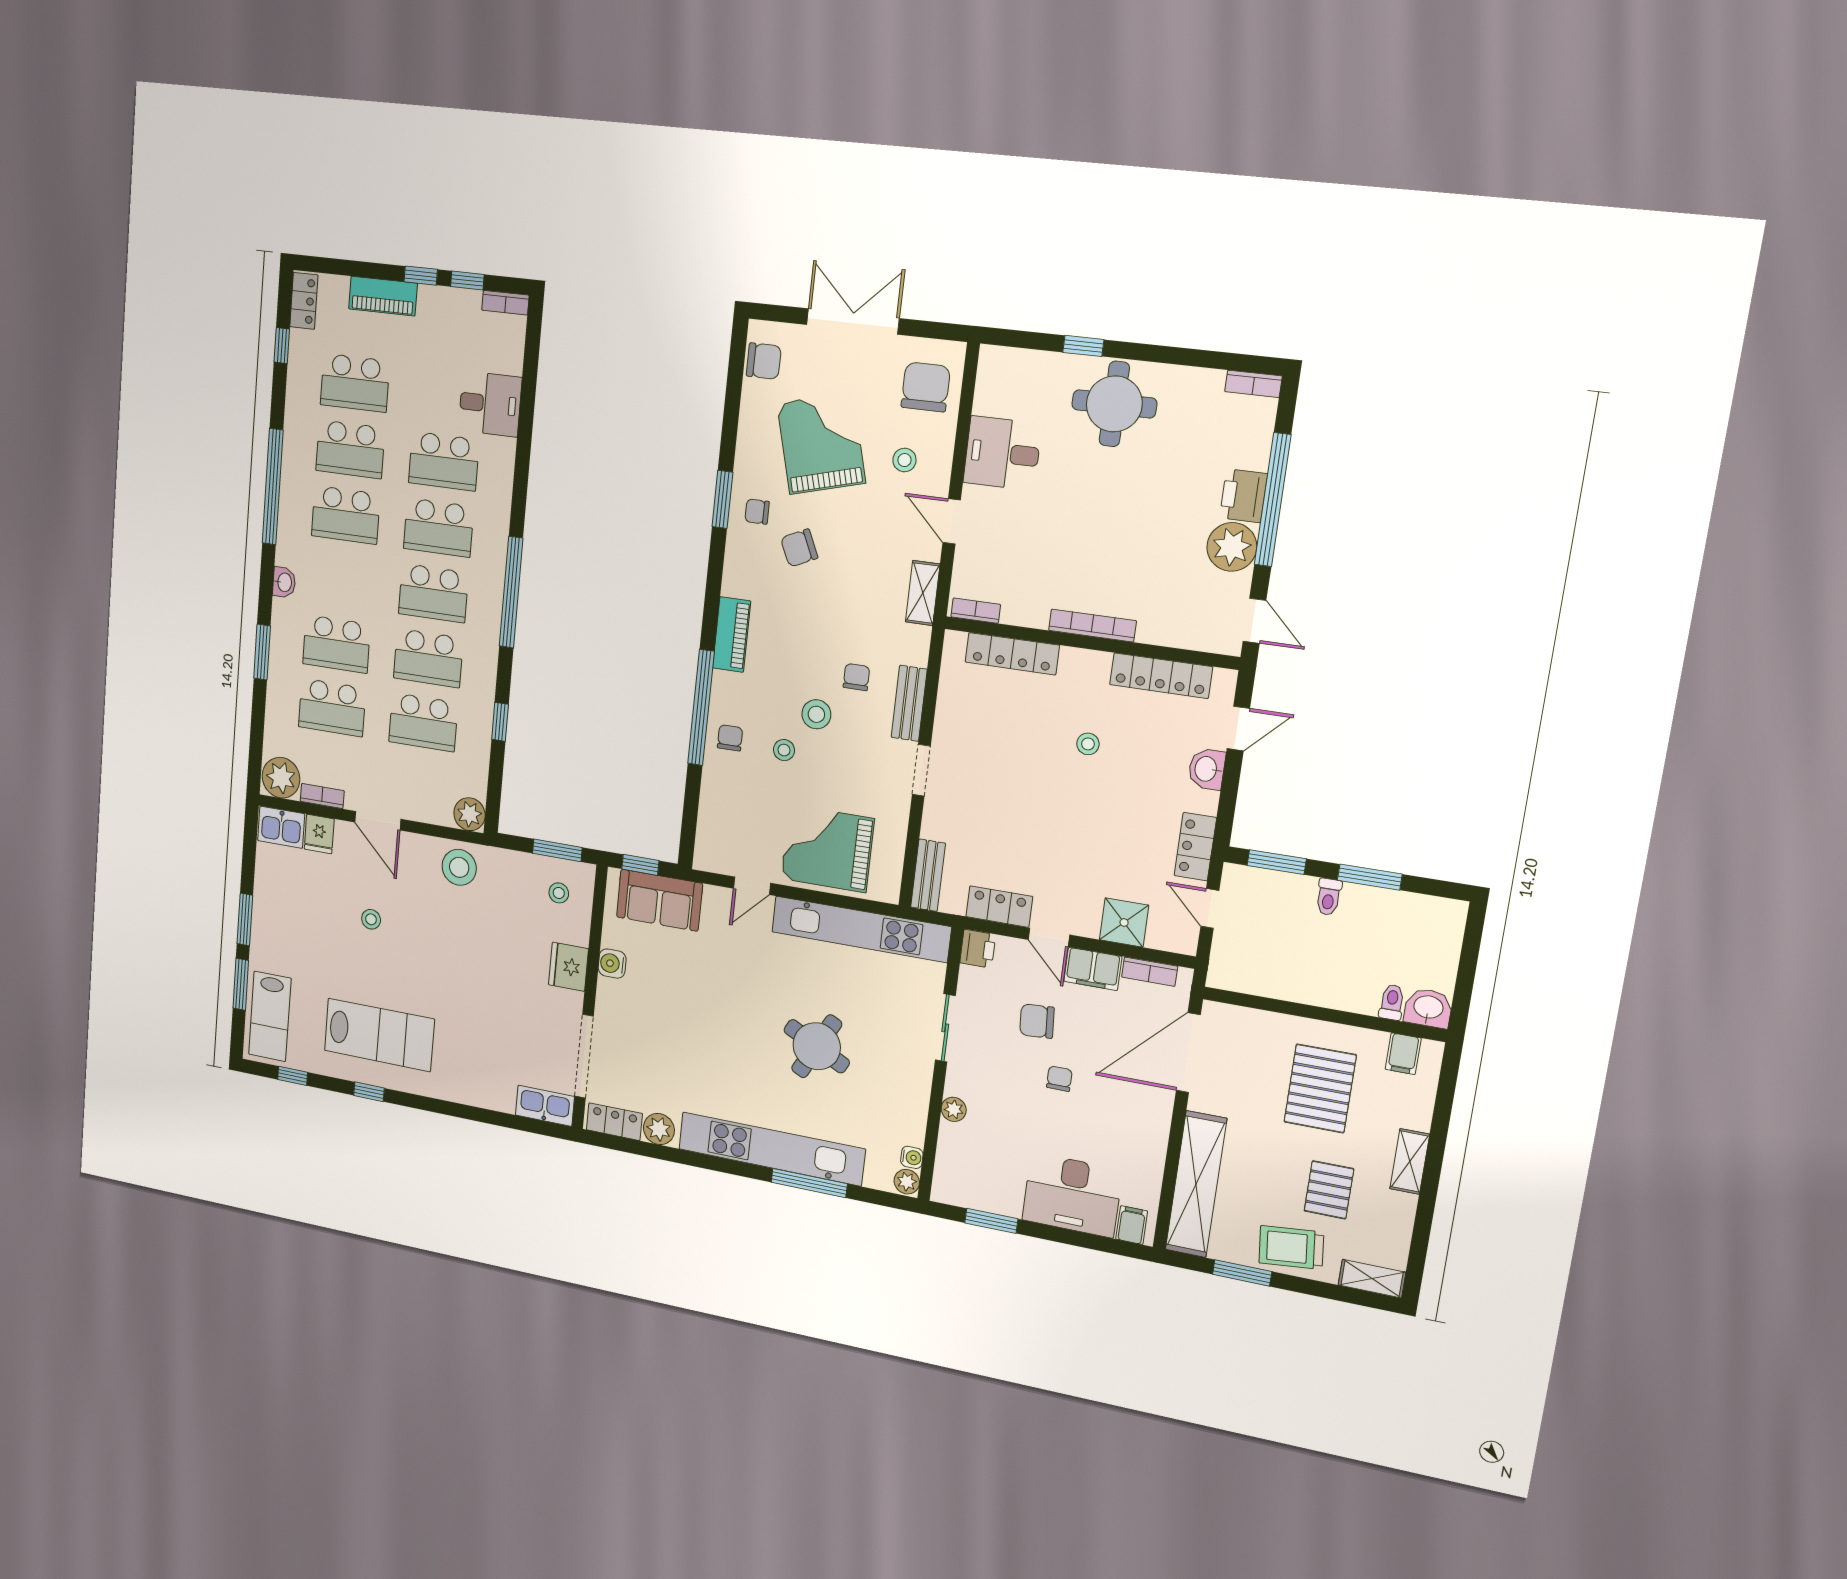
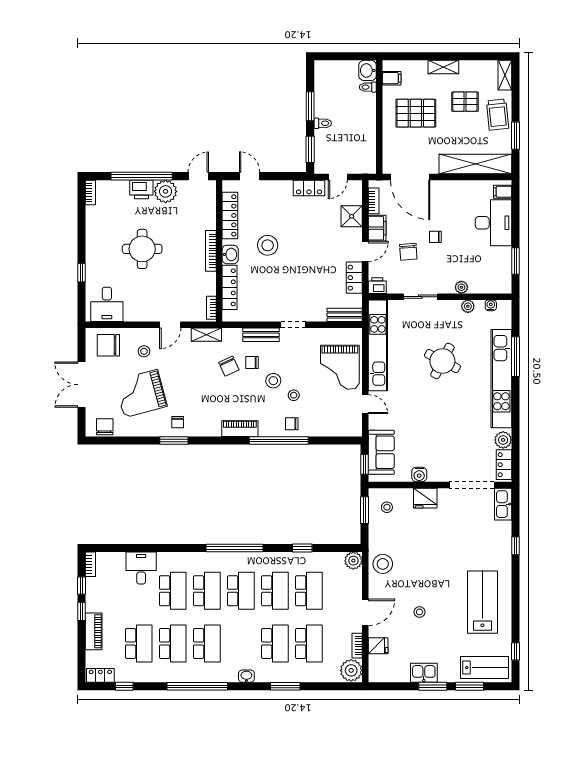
round table: (1114, 404) -> (142, 249), moved
desk: (1002, 453) -> (107, 304), moved
chair: (799, 548) -> (229, 366), moved
stool: (1088, 744) -> (268, 245), width x1.89, depth x1.89
washbasin: (1207, 769) -> (230, 254), moved, turned -90
kitchen sink: (281, 827) -> (424, 673), moved, turned -90
window: (369, 1092) -> (515, 546), moved
plant: (907, 1182) -> (468, 306), moved

